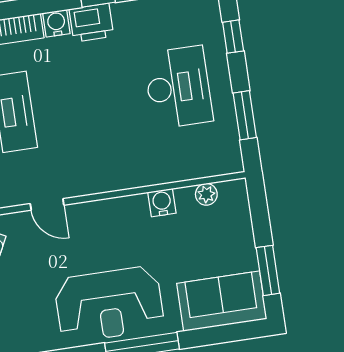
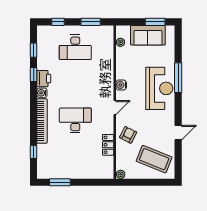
desk: (178, 87) -> (75, 47), turned 180
water cooler: (162, 203) -> (121, 85), moved
sofa: (222, 301) -> (148, 35), moved, turned -90

